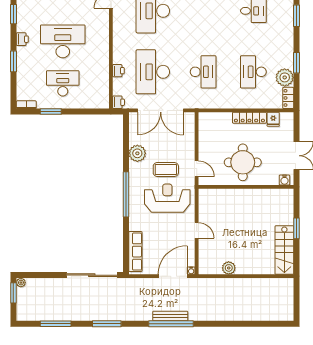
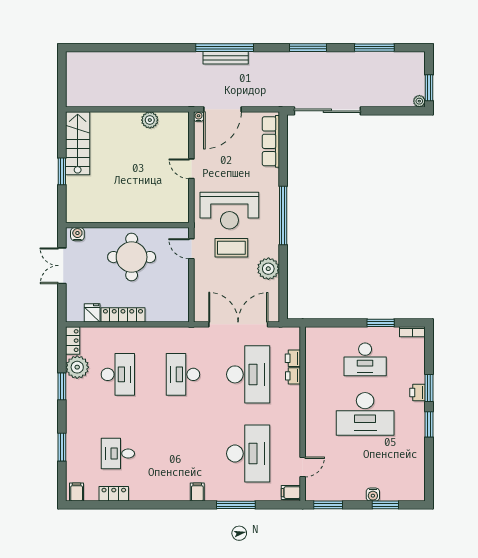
window: (13, 14) -> (429, 424), moved
printer: (22, 39) -> (418, 393), moved
printer: (118, 102) -> (293, 358), moved

